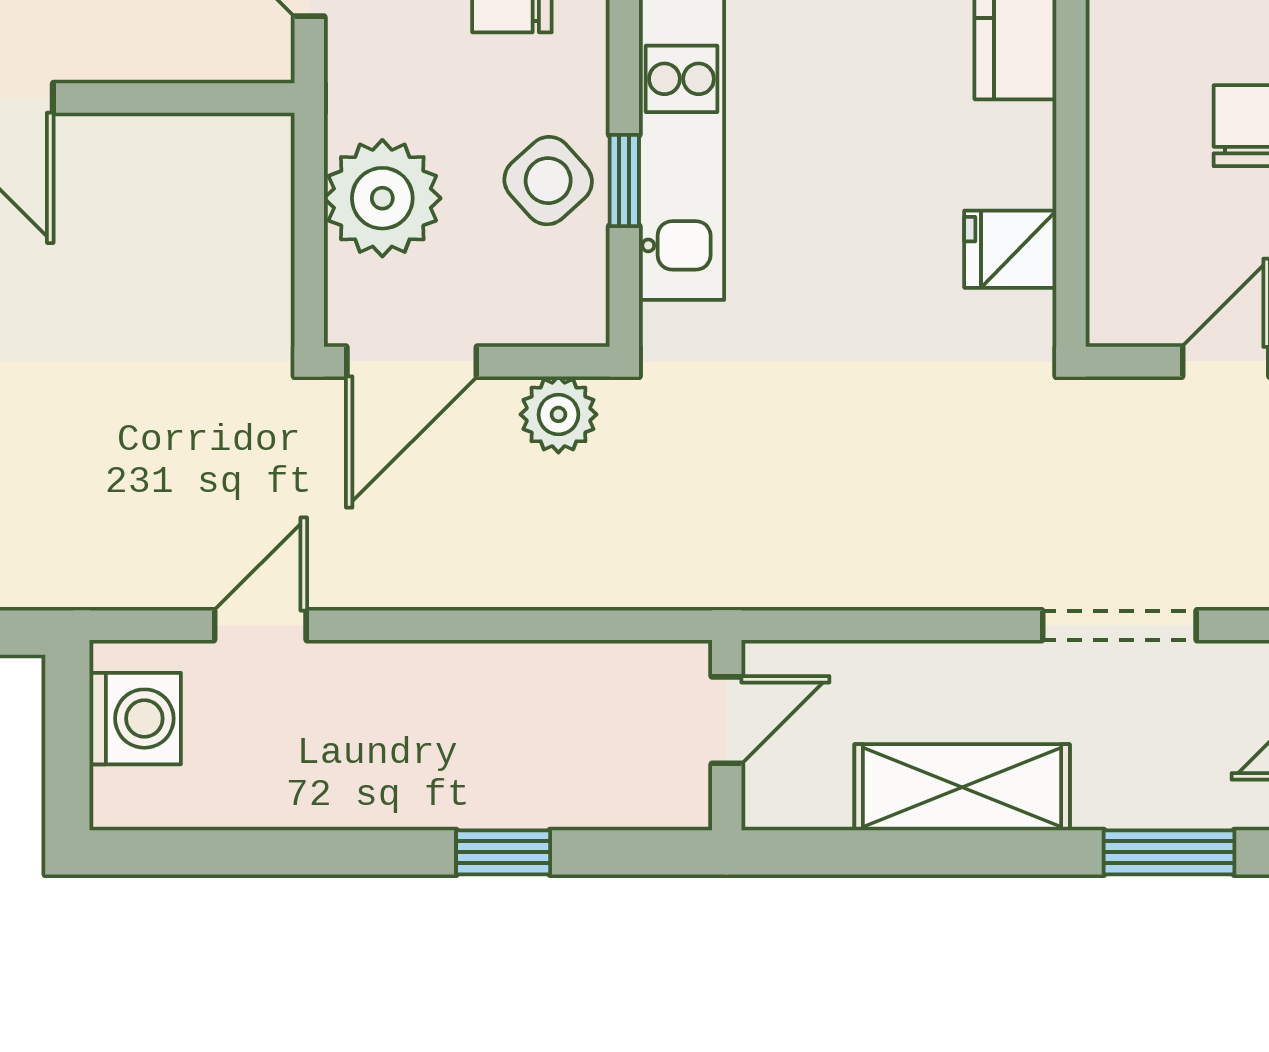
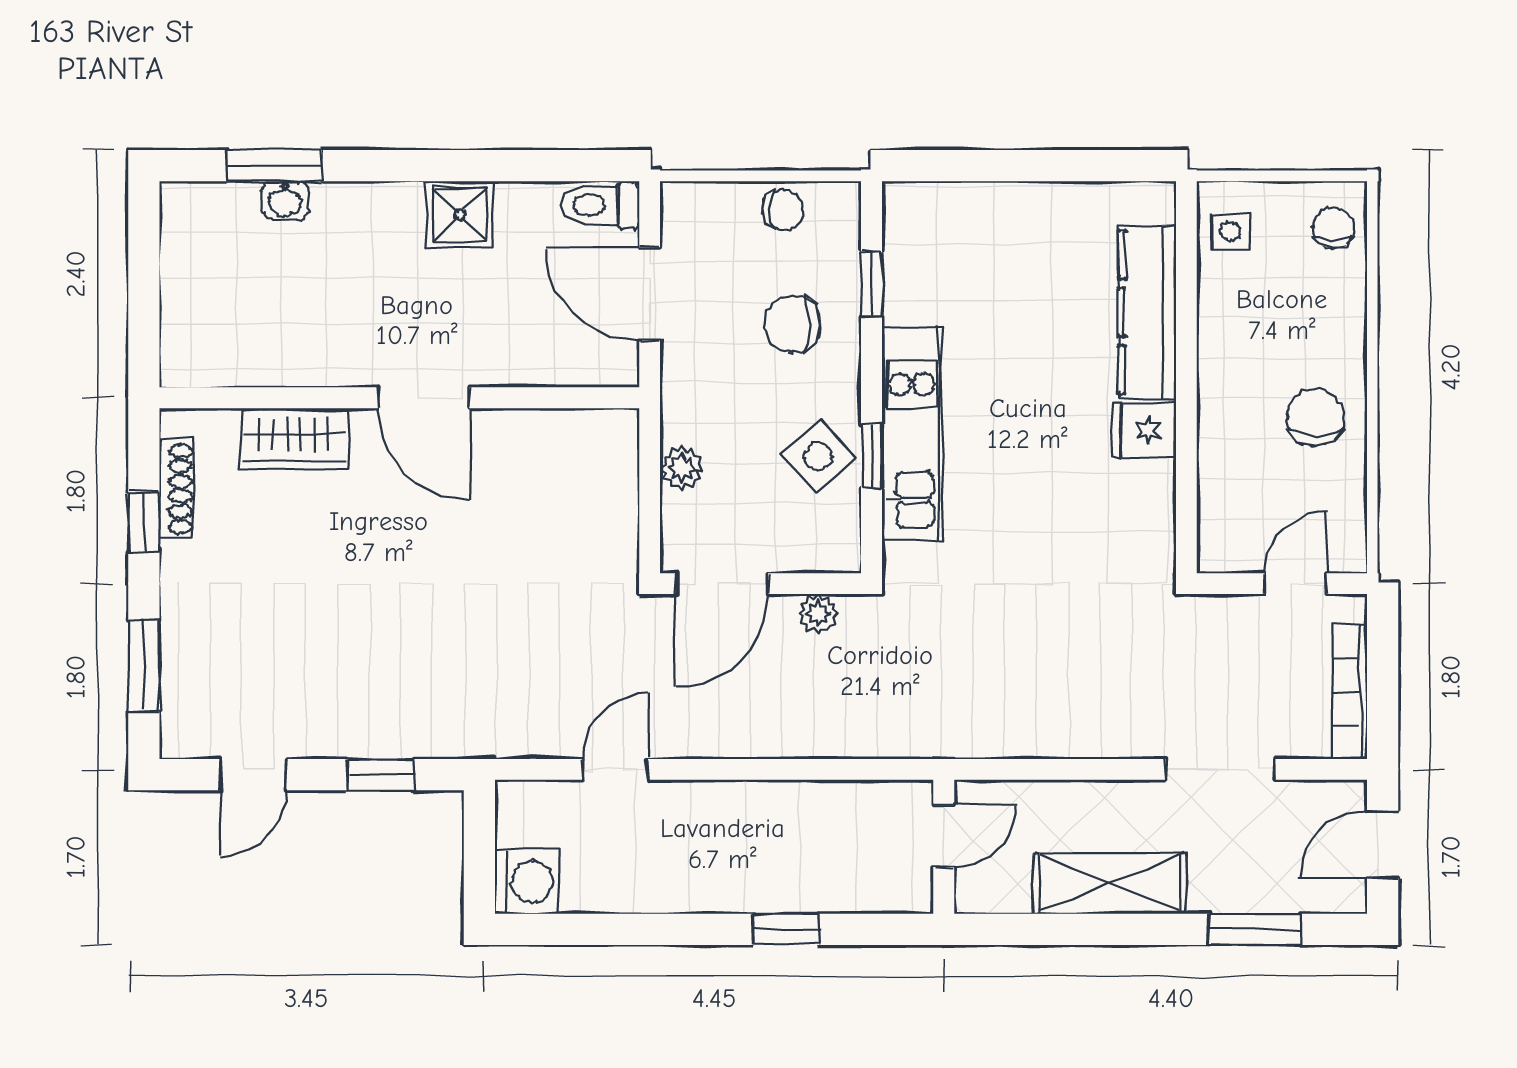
plant: (382, 198) -> (682, 468), width x0.53, depth x0.53
fridge: (1010, 249) -> (1144, 430), moved
plant: (558, 414) -> (818, 614), width x0.73, depth x0.73
washing machine: (135, 719) -> (527, 882), moved

